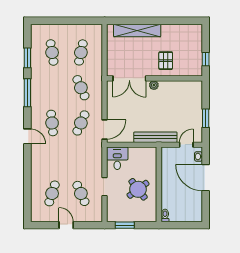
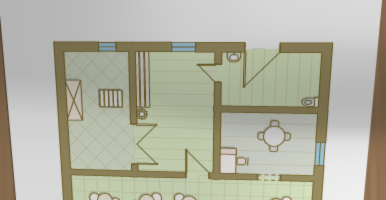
shelving: (137, 30) -> (74, 100), moved, width x0.68
bench: (155, 137) -> (142, 80), moved
round table: (138, 189) -> (274, 136), turned 37

